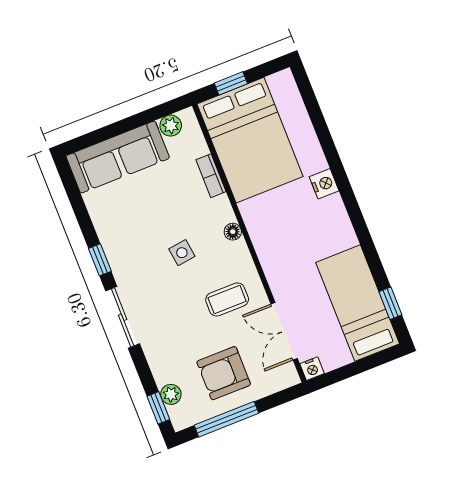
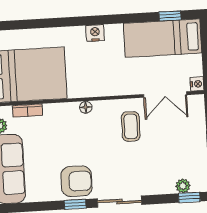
bookcase: (211, 176) -> (27, 111), moved
nightstand: (324, 184) -> (95, 33), moved
side table: (182, 253) -> (89, 147), removed
armchair: (224, 373) -> (76, 181), moved, turned -90

